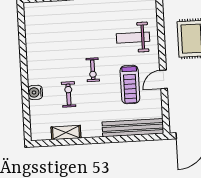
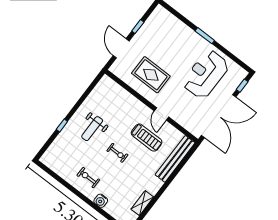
weight bench: (133, 38) -> (92, 129), moved
exercise bike: (69, 94) -> (88, 178), moved

